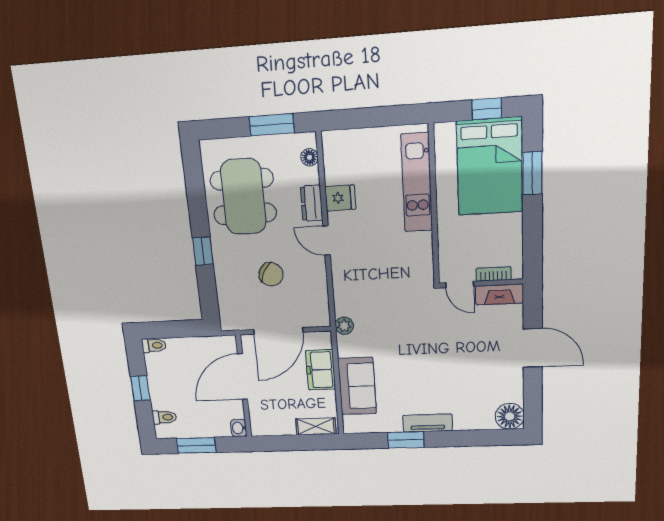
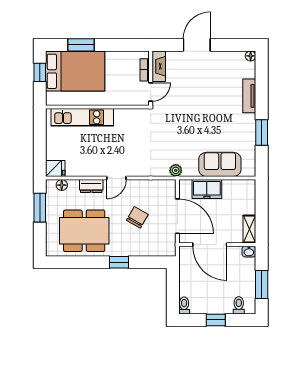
fridge: (340, 198) -> (55, 169), moved, turned 90
floor lamp: (510, 416) -> (251, 56), width x0.53, depth x0.53
tv unit: (428, 423) -> (249, 96), moved
shelving: (316, 426) -> (249, 229), moved

